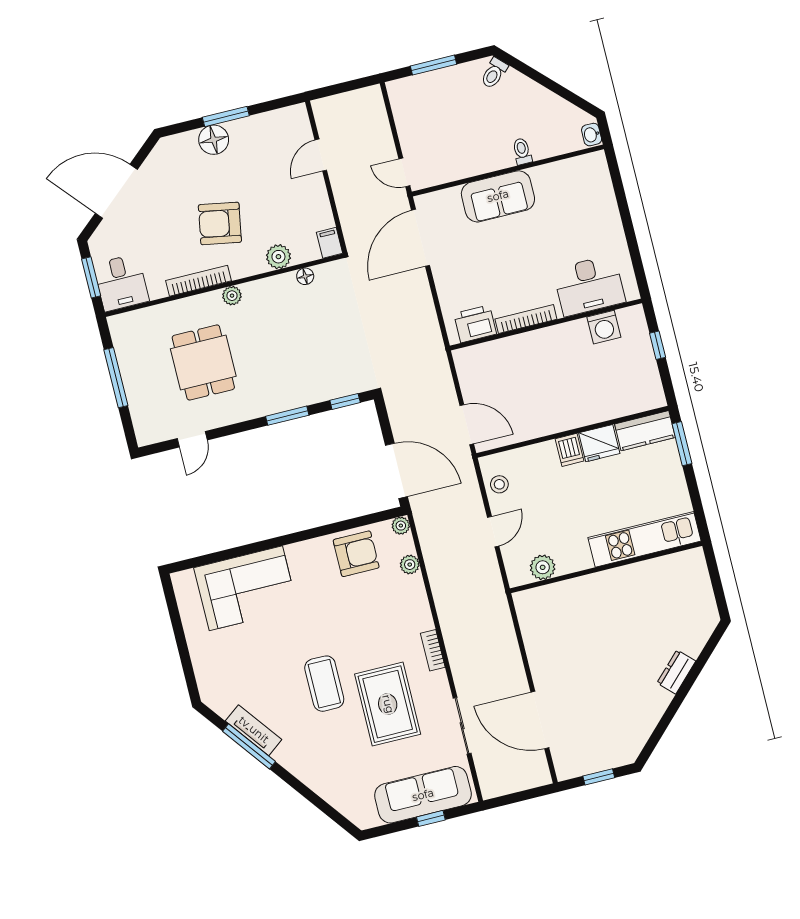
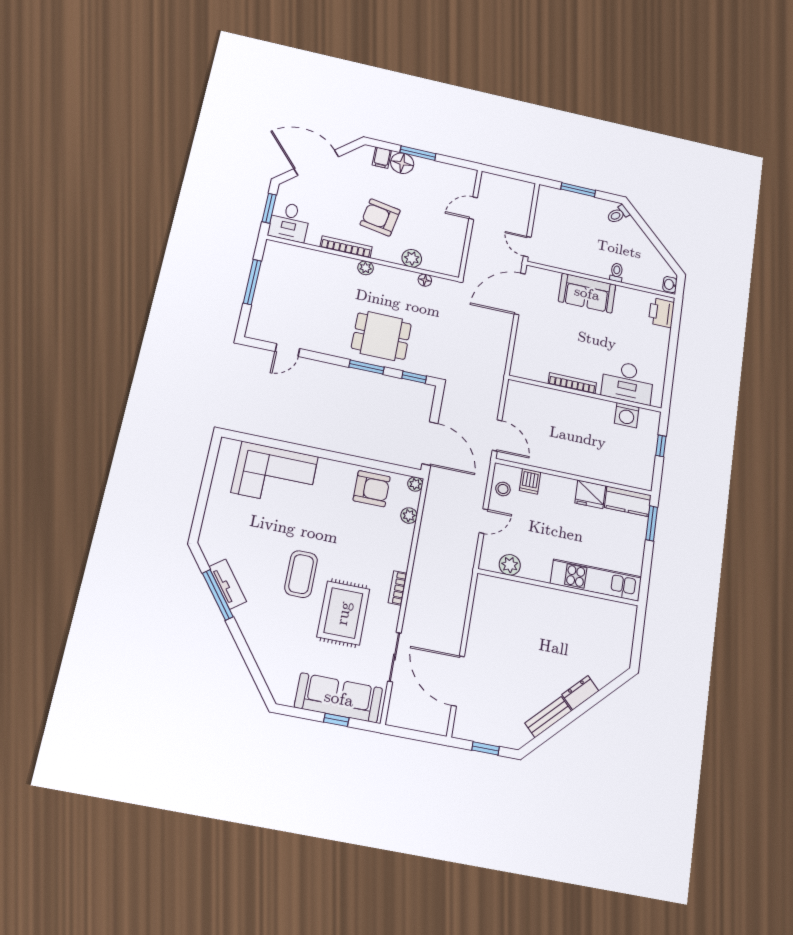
filing cabinet: (330, 243) -> (382, 158), moved, turned 180
printer: (475, 324) -> (661, 313), moved, turned -90
dining table: (203, 362) -> (381, 336), moved, turned 90
dishwasher: (569, 450) -> (530, 481), moved
bench: (652, 714) -> (548, 717), added

